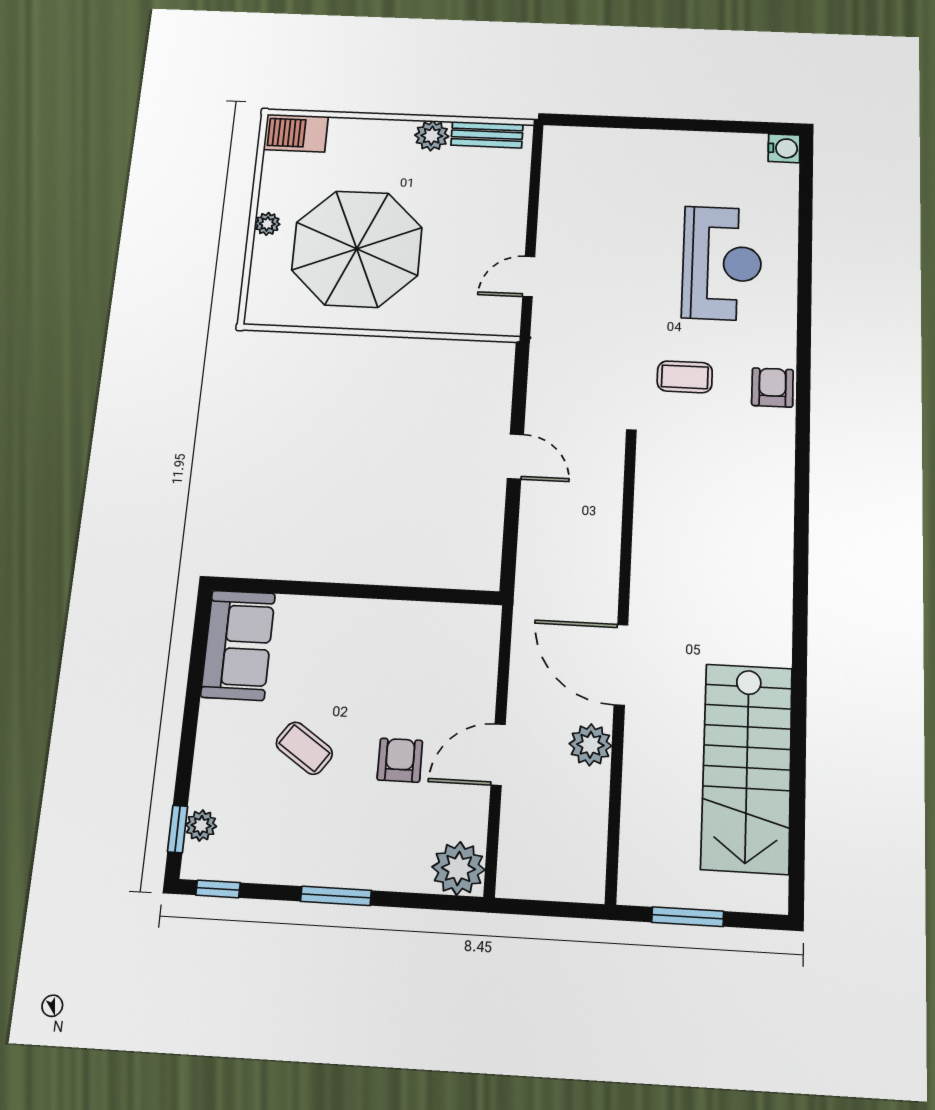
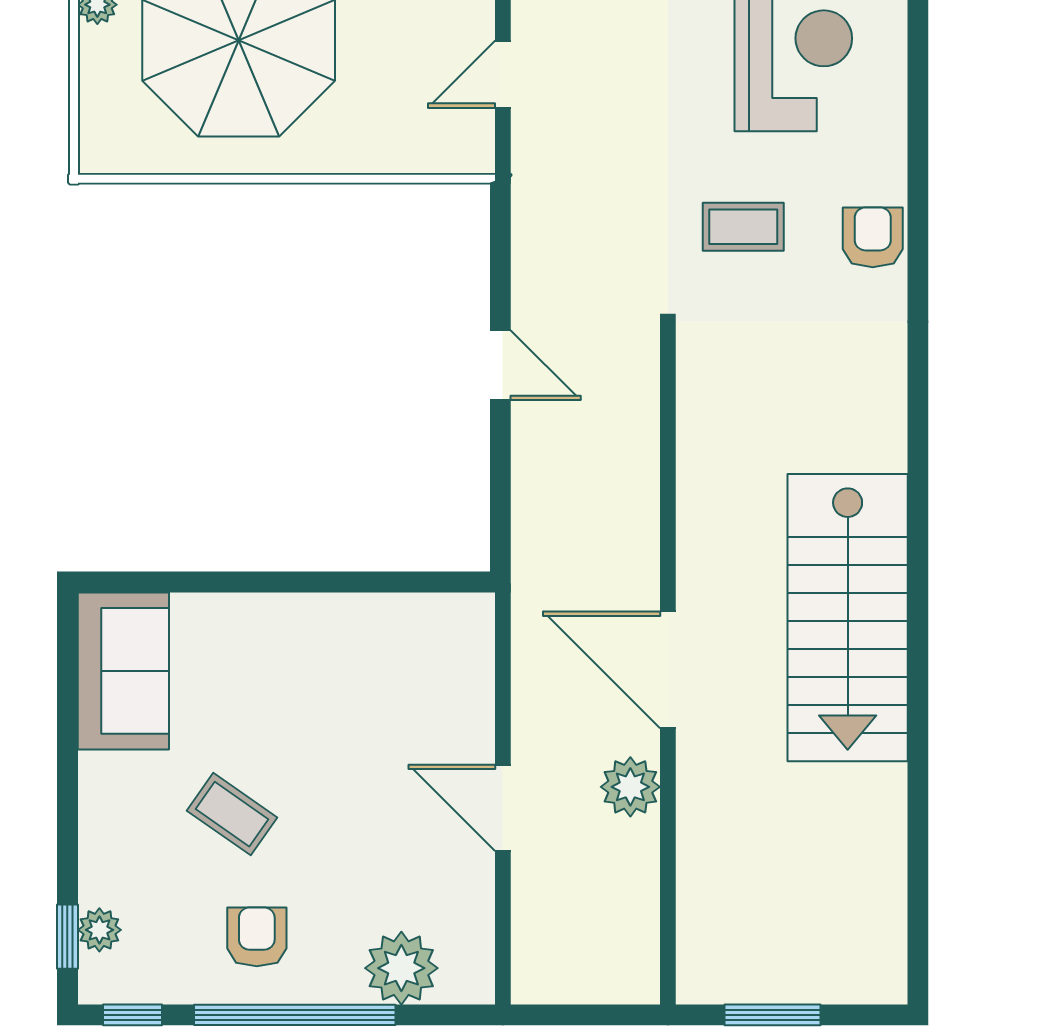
door: (498, 755) -> (503, 808), hinge flipped
armchair: (400, 760) -> (257, 937), moved
stairs: (747, 768) -> (848, 618), moved
plant: (458, 868) -> (401, 968), moved
window: (336, 896) -> (295, 1015), width x2.11

